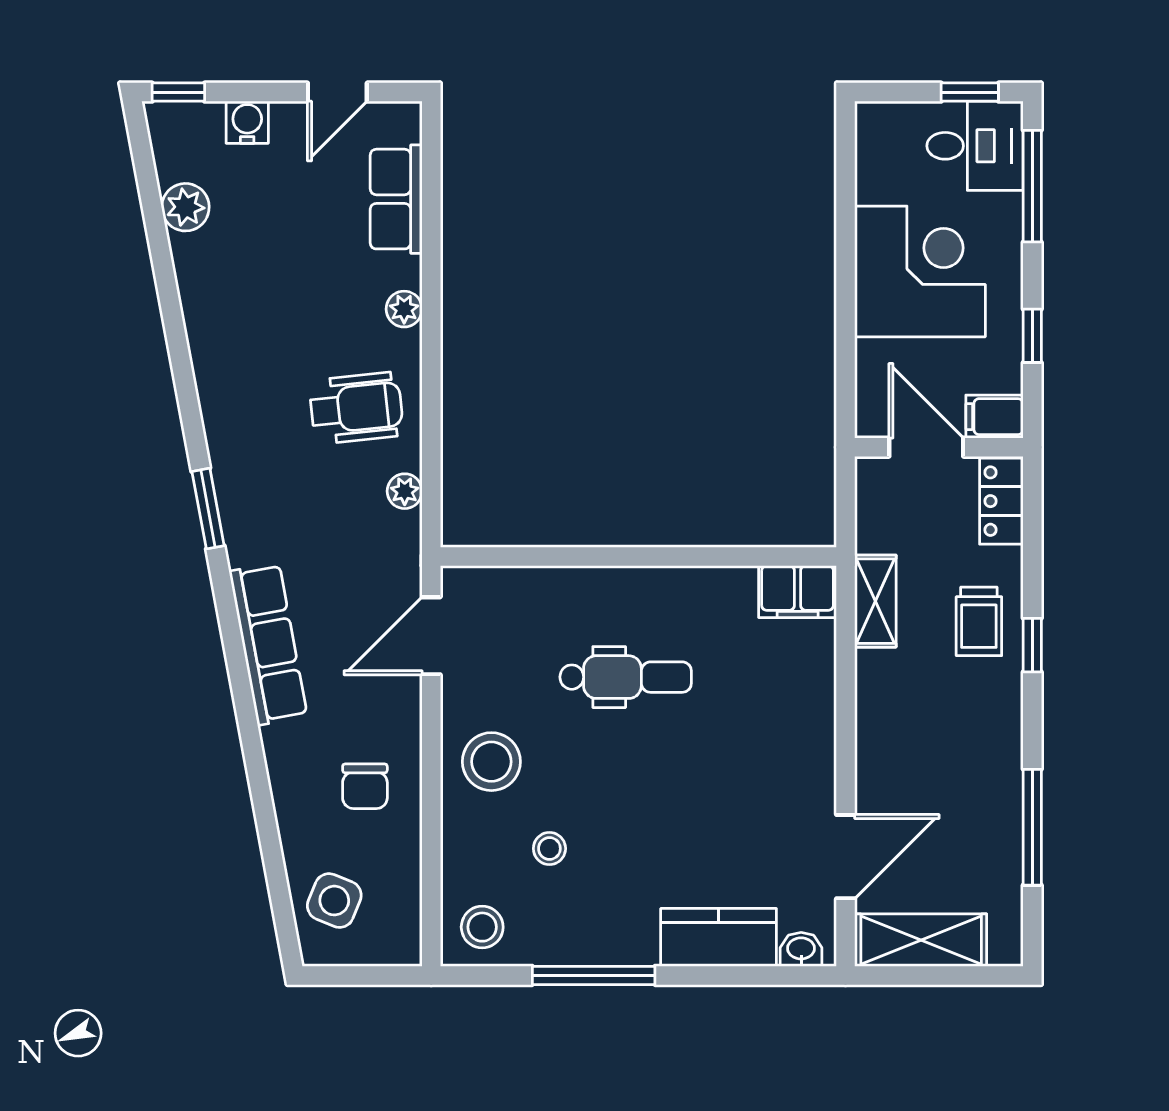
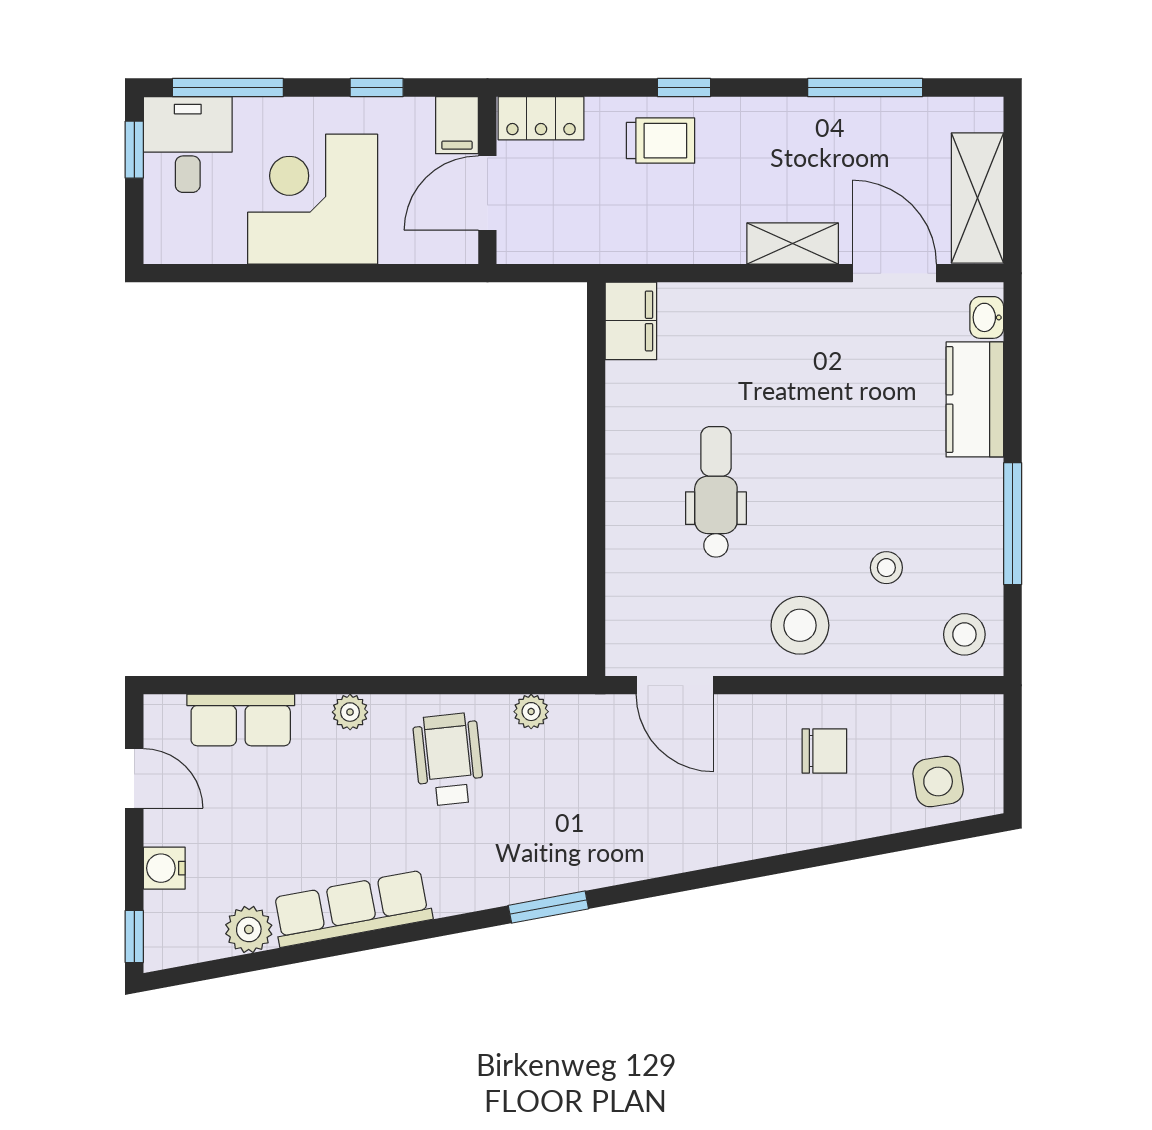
shelving: (875, 601) -> (793, 244), moved
row of seats: (268, 644) -> (352, 909), moved
side table: (334, 901) -> (938, 782), turned -31

